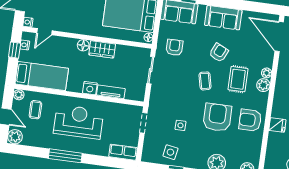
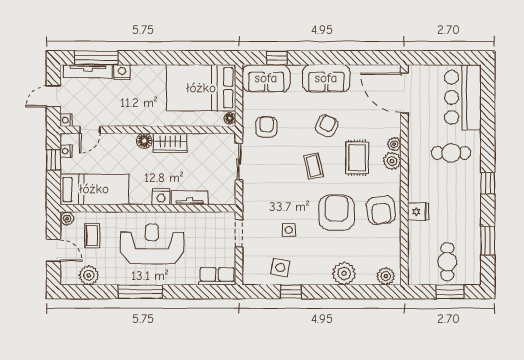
armchair: (250, 120) -> (381, 210), turned -97
plant: (15, 137) -> (89, 275), moved

